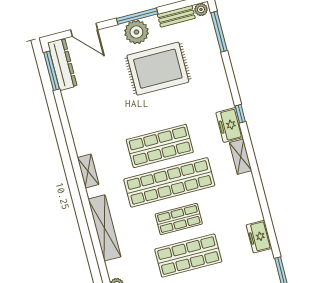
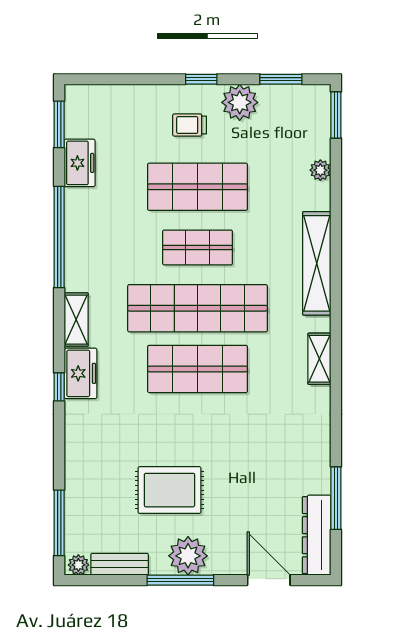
rug: (158, 69) -> (169, 490), width x0.73, depth x0.69
window: (52, 71) -> (336, 498), moved
window: (264, 204) -> (59, 237), added
freezer: (259, 237) -> (80, 163), moved

